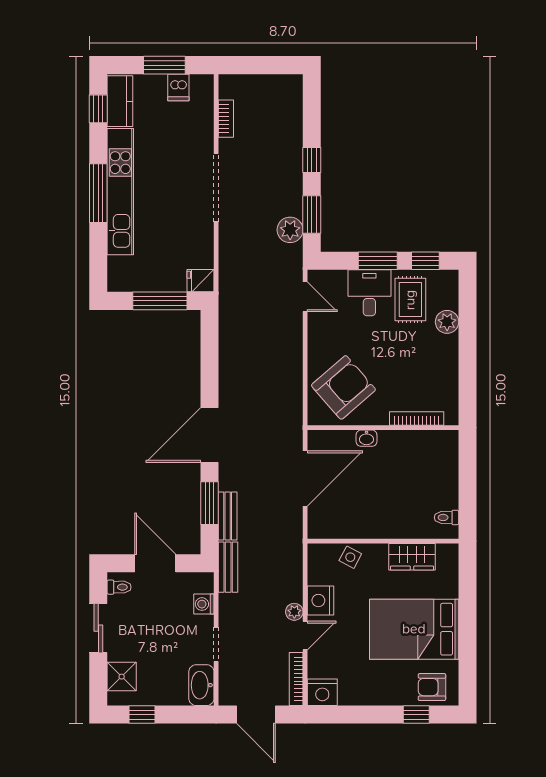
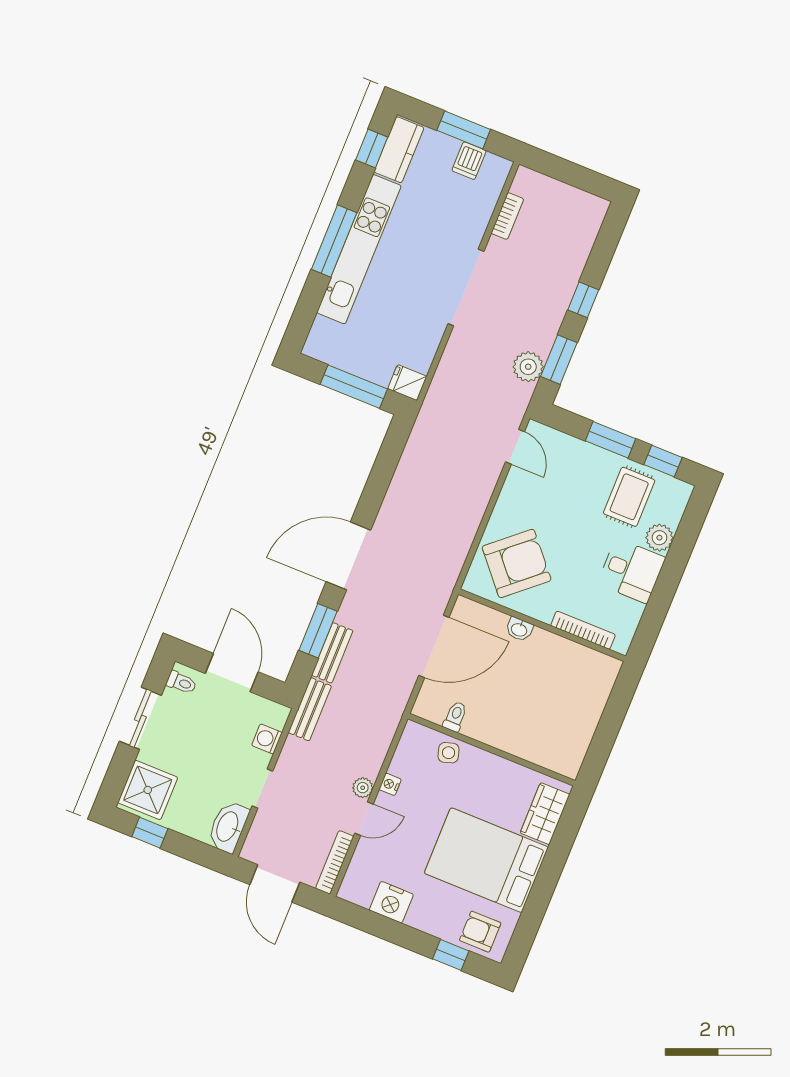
desk: (369, 293) -> (631, 571), moved, turned 90
toilet: (446, 517) -> (455, 716), moved, turned 90
side table: (350, 557) -> (449, 753), turned 45
wardrobe: (412, 557) -> (545, 814), moved, turned 90
nightstand: (320, 600) -> (390, 784), width x0.53, depth x0.56
shower: (122, 677) -> (148, 790), width x1.36, depth x1.36
nightstand: (322, 692) -> (391, 902), moved

